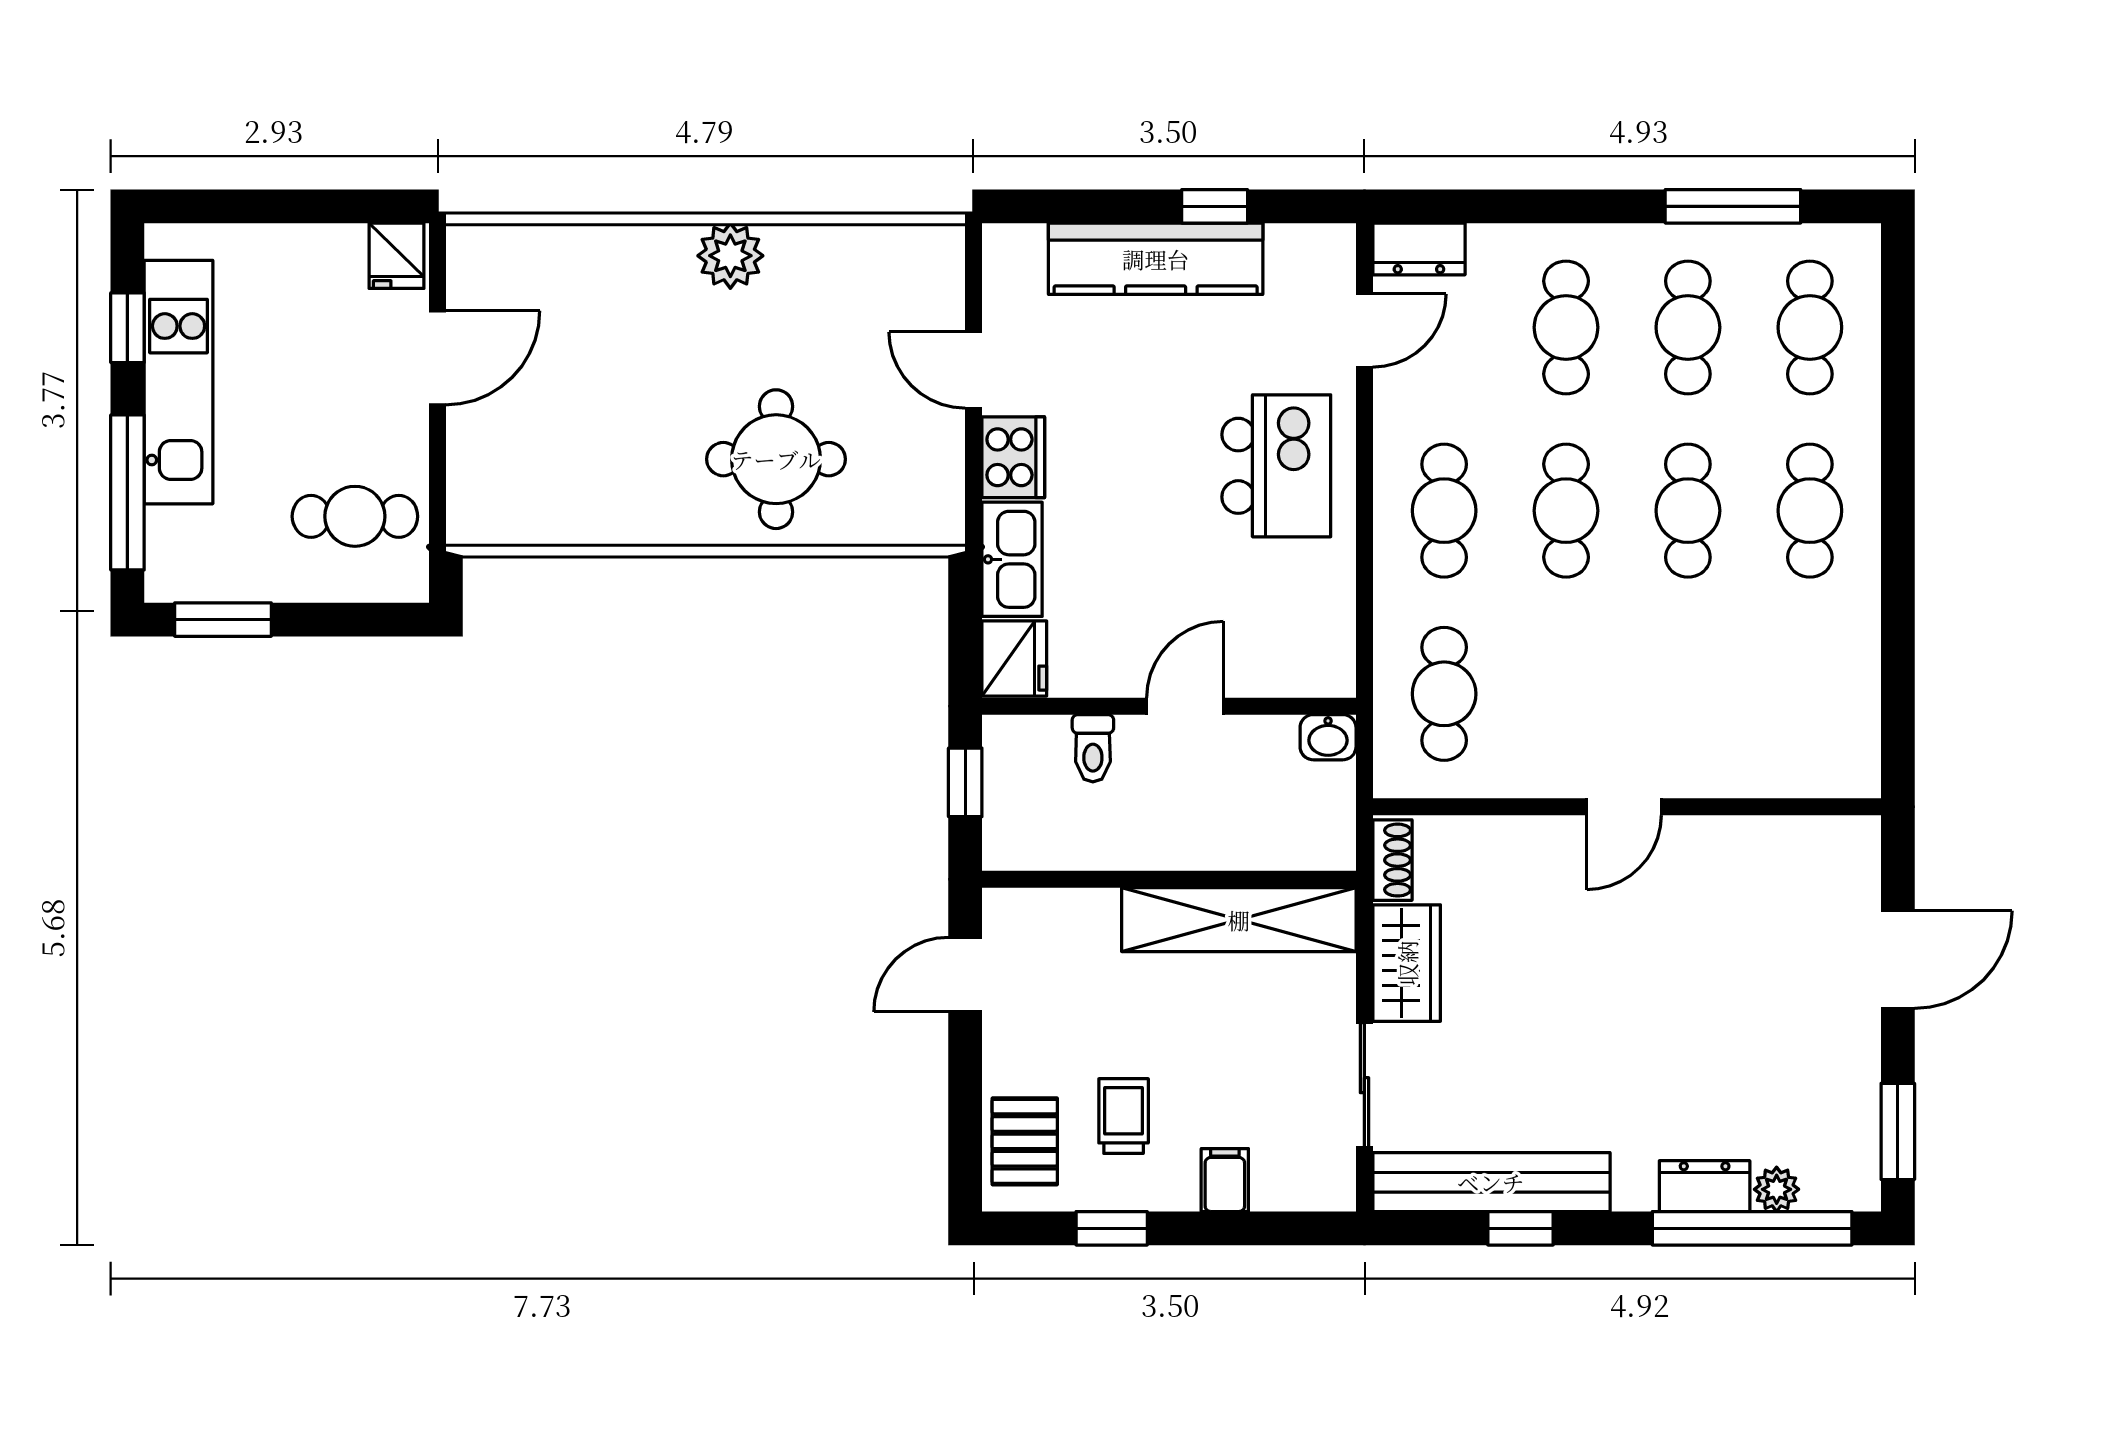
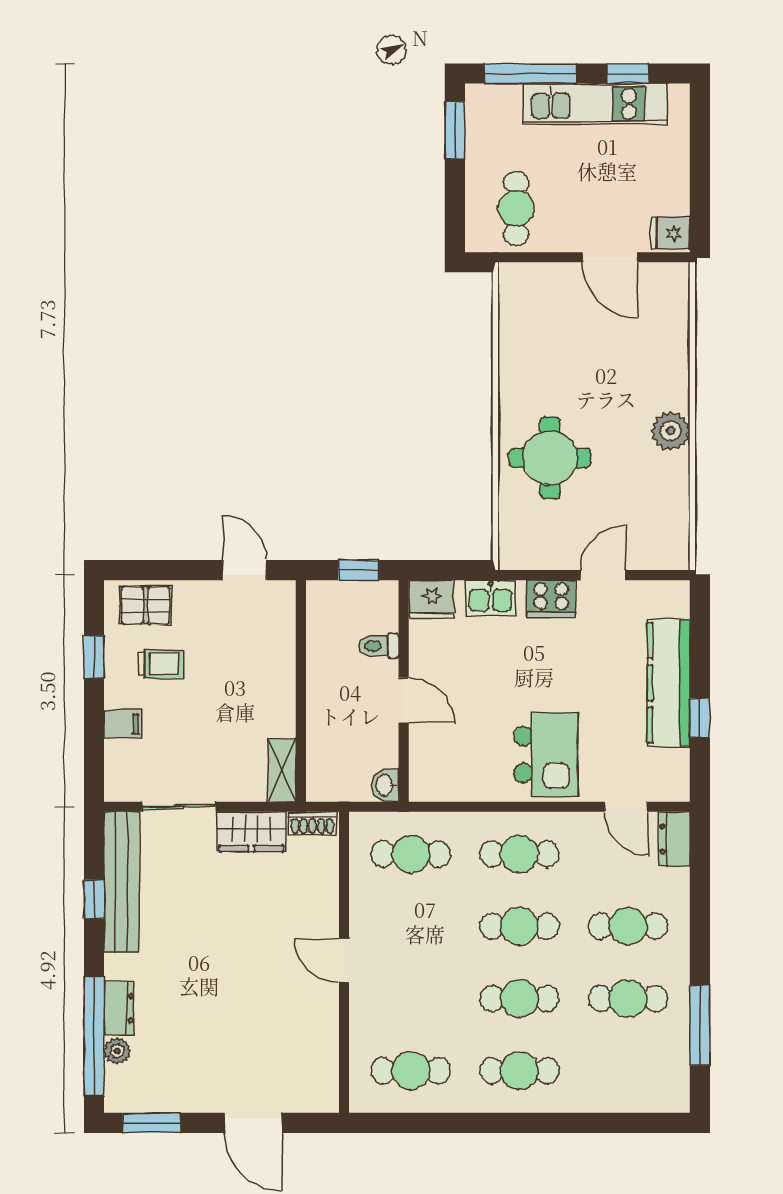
cafe table: (1810, 327) -> (411, 1071), moved
kitchen island: (1276, 466) -> (546, 754), turned -90
kitchen sink: (1012, 559) -> (491, 598), width x0.73
shelving: (1239, 920) -> (282, 770), width x0.45, depth x0.75

